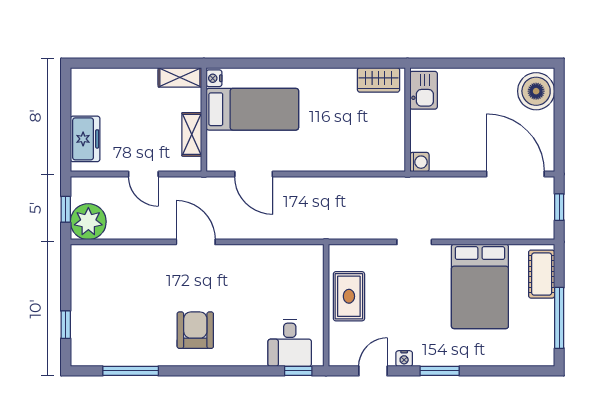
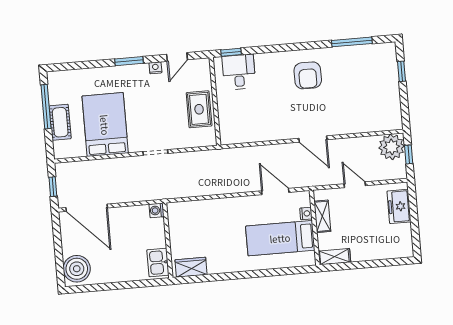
nightstand: (214, 78) -> (306, 213), moved
cot: (542, 274) -> (60, 122), moved

